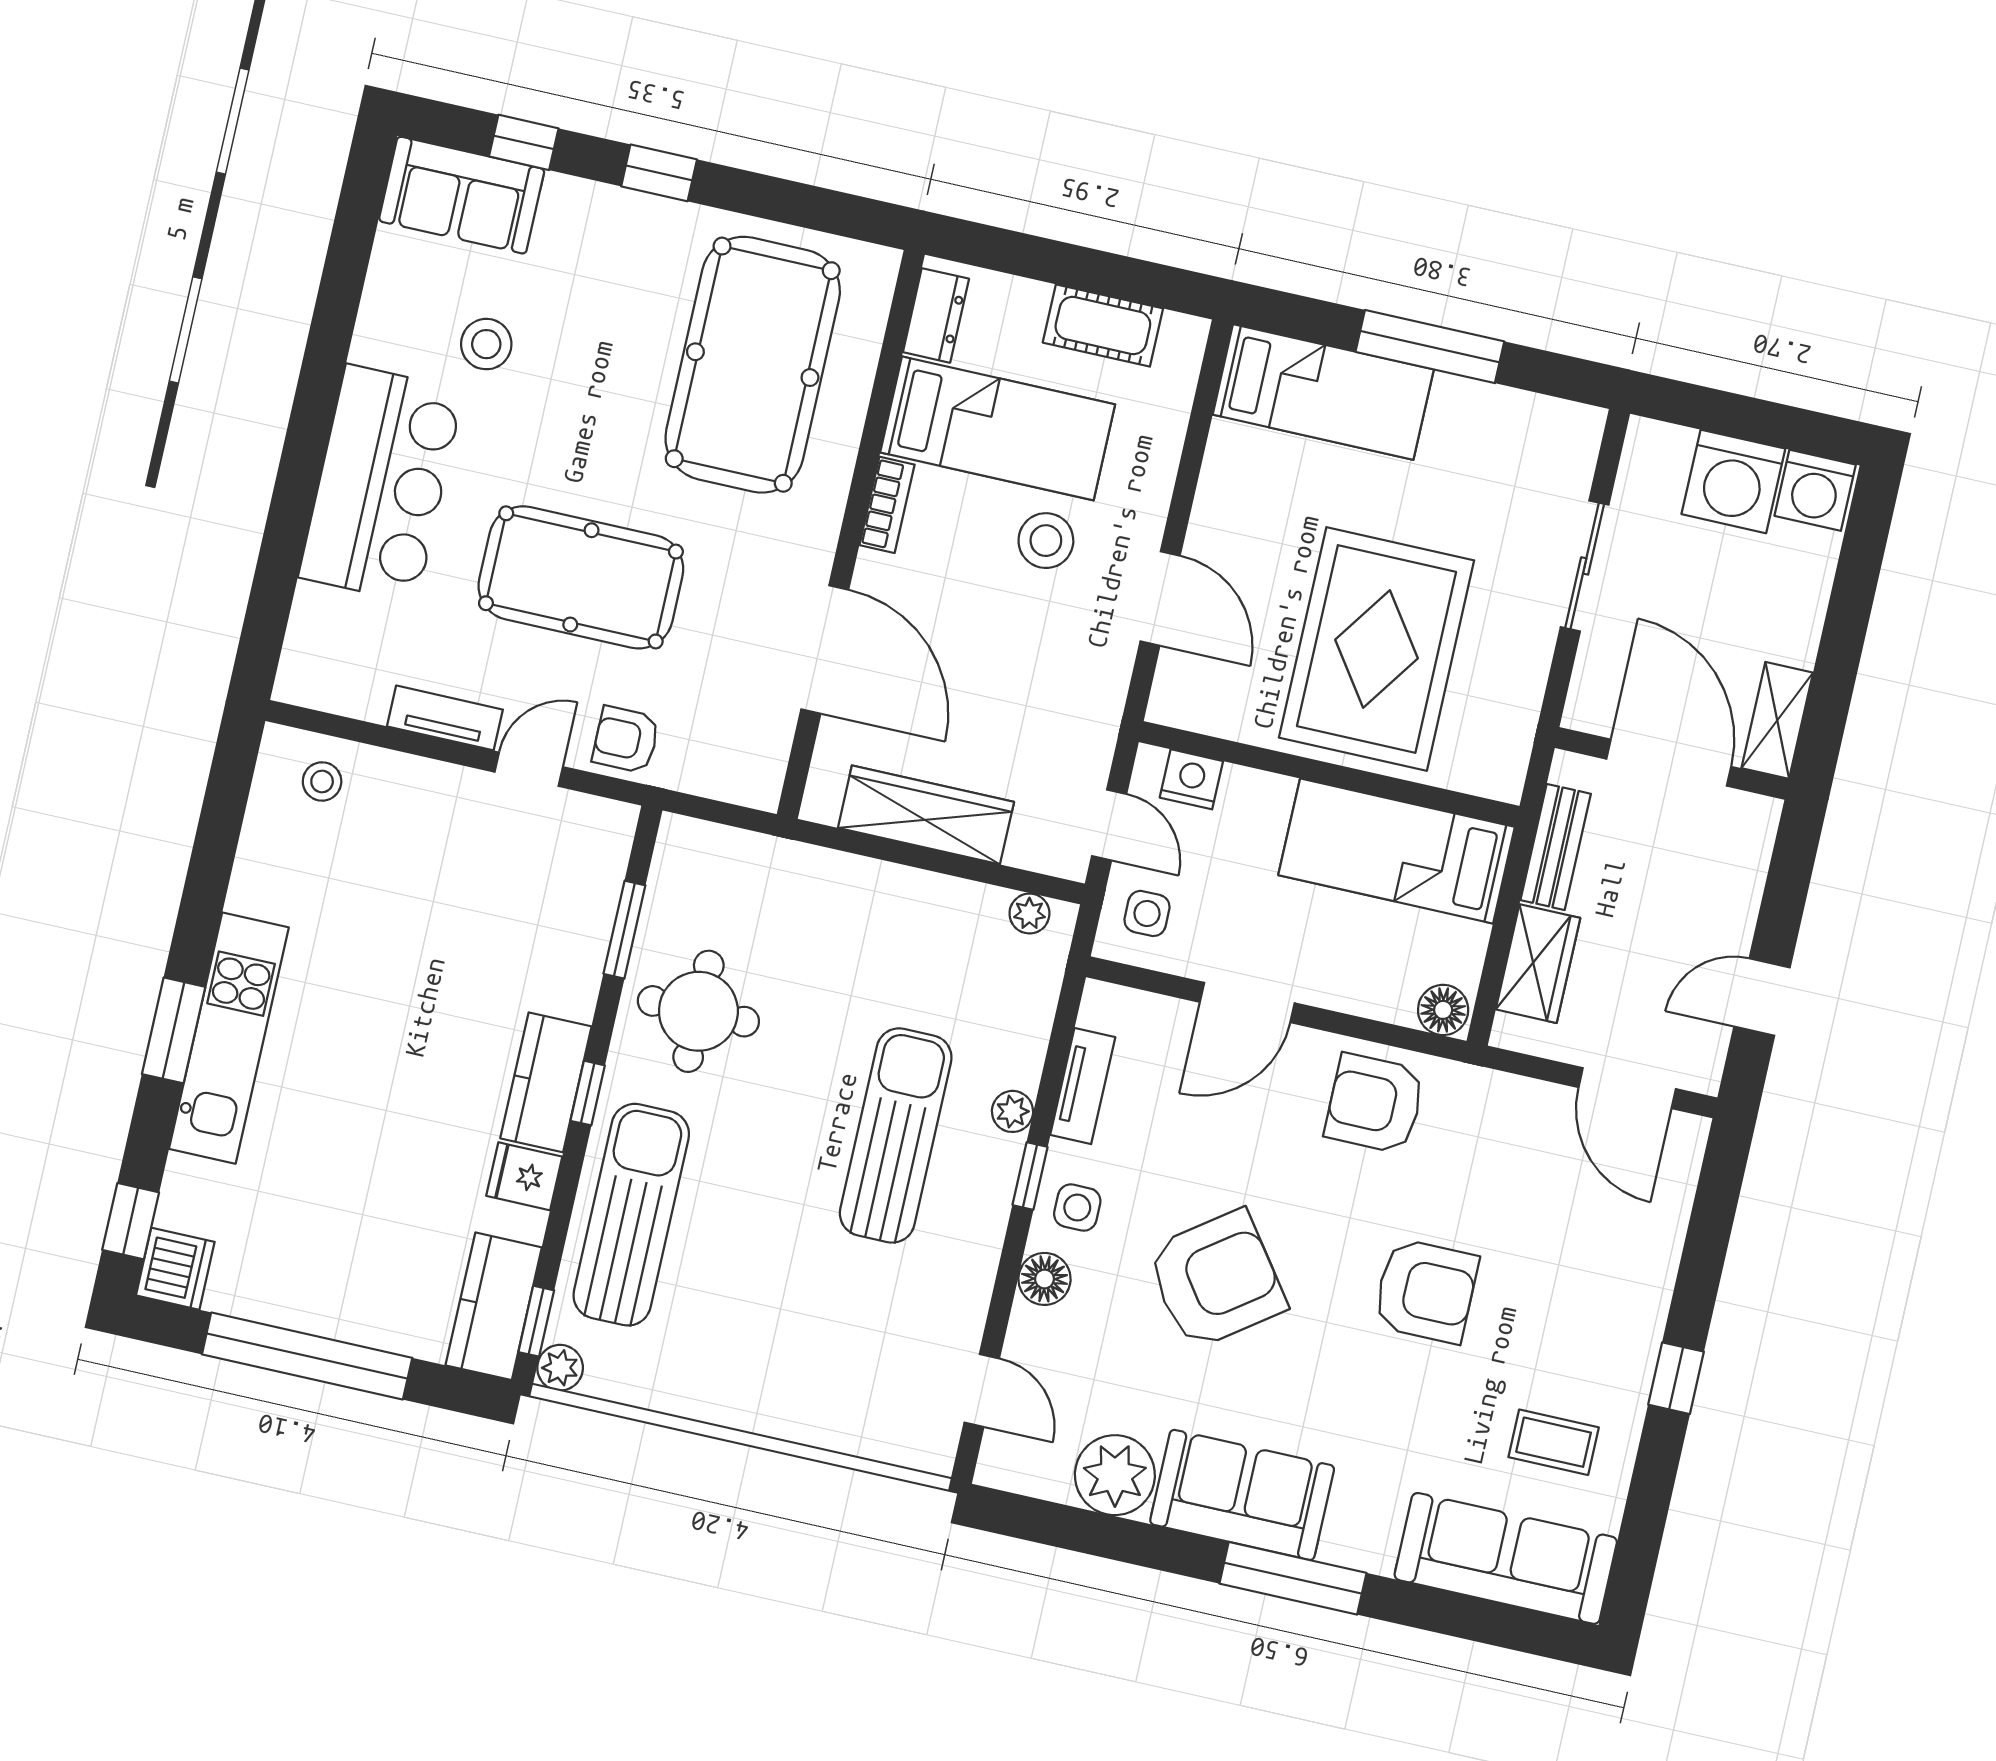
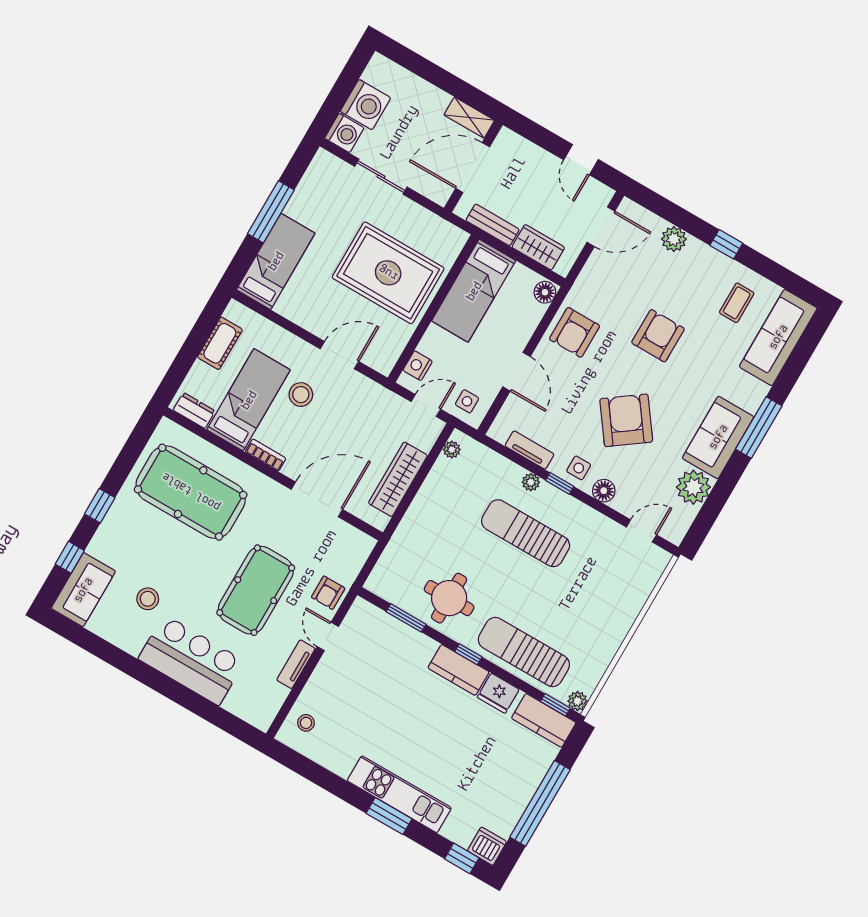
washing machine: (1815, 490) -> (344, 133), moved
fridge: (524, 1176) -> (498, 693), width x1.38
plant: (1651, 1258) -> (674, 239), added

